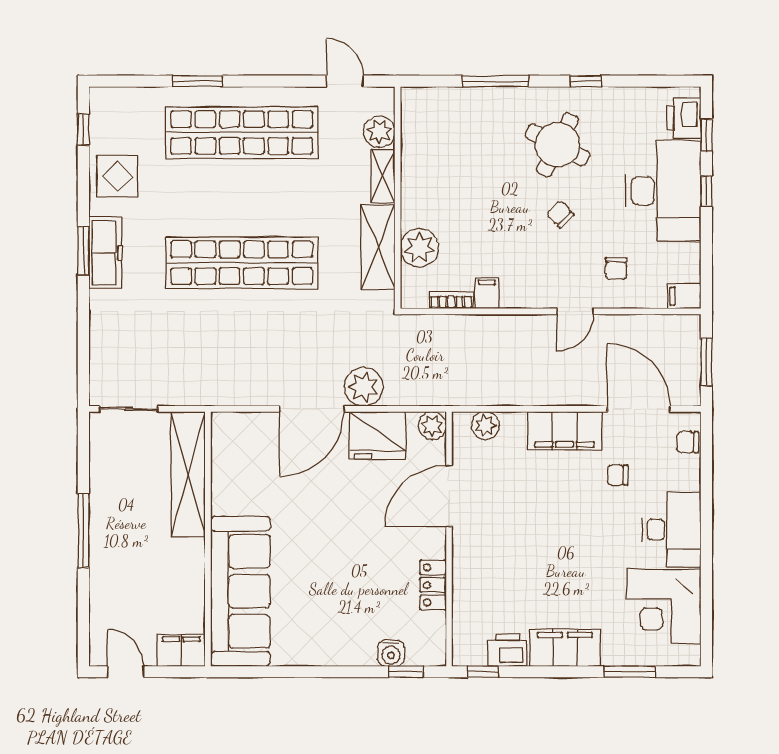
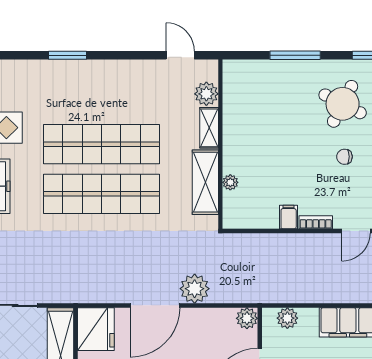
shop shelf: (242, 133) -> (101, 144), moved
chair: (560, 214) -> (344, 157), turned -46
plant: (419, 248) -> (230, 182), width x0.53, depth x0.53
bookcase: (451, 300) -> (316, 222), moved
fridge: (378, 436) -> (96, 329), moved, turned -90

